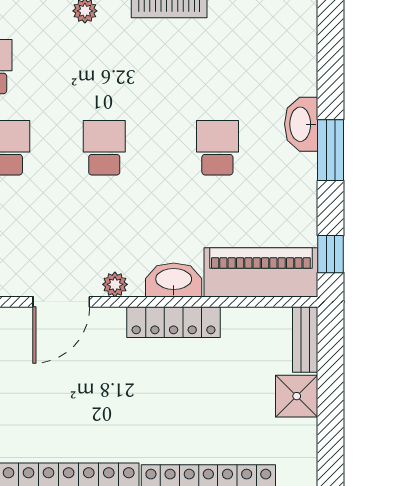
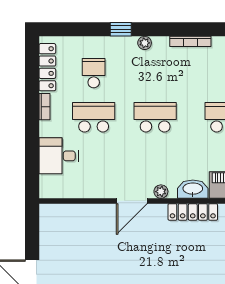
school desk: (104, 148) -> (155, 117), width x1.85

